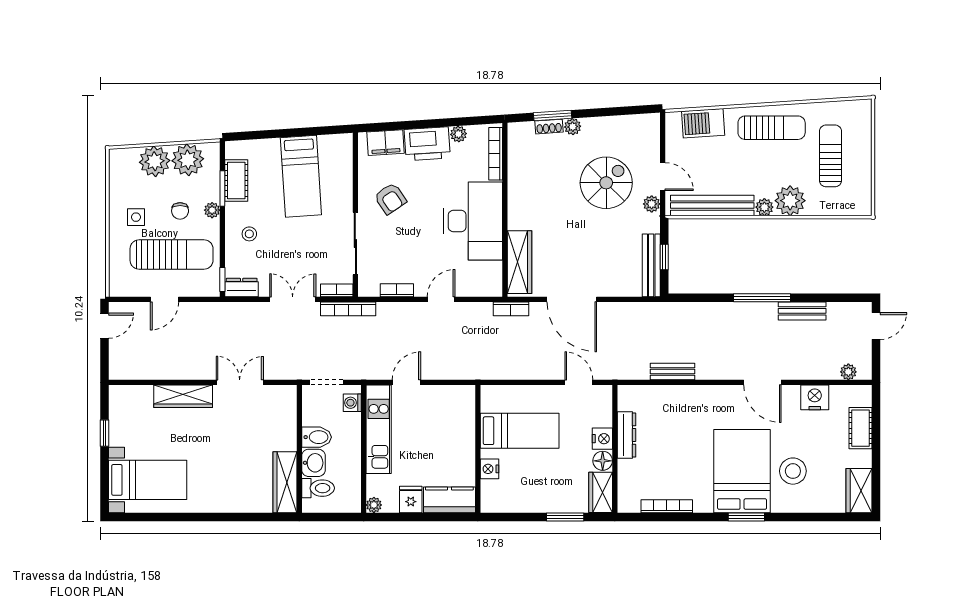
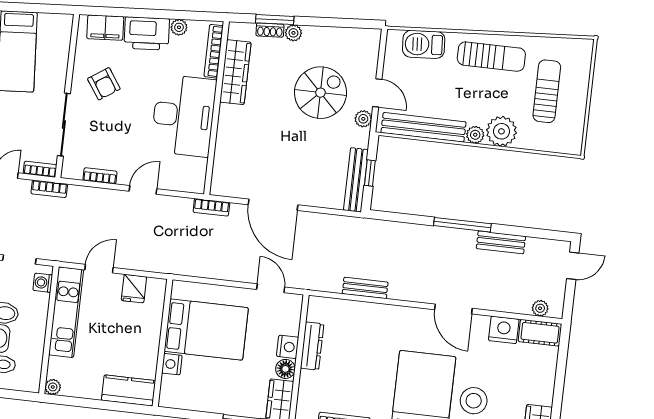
wardrobe: (519, 262) -> (235, 72), moved
bookcase: (348, 309) -> (49, 189), width x0.64
cot: (860, 428) -> (540, 333), moved, turned 90
bed: (520, 431) -> (206, 330), width x1.50
fridge: (411, 499) -> (134, 289), moved, turned 180

